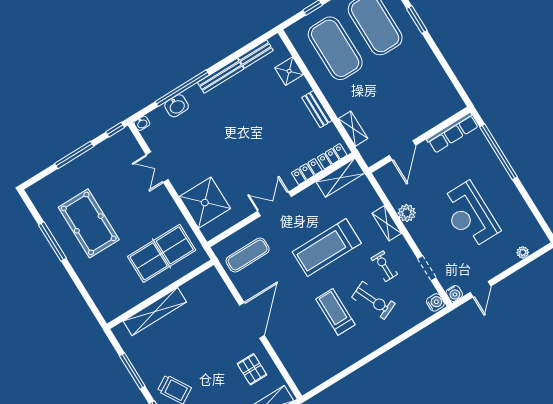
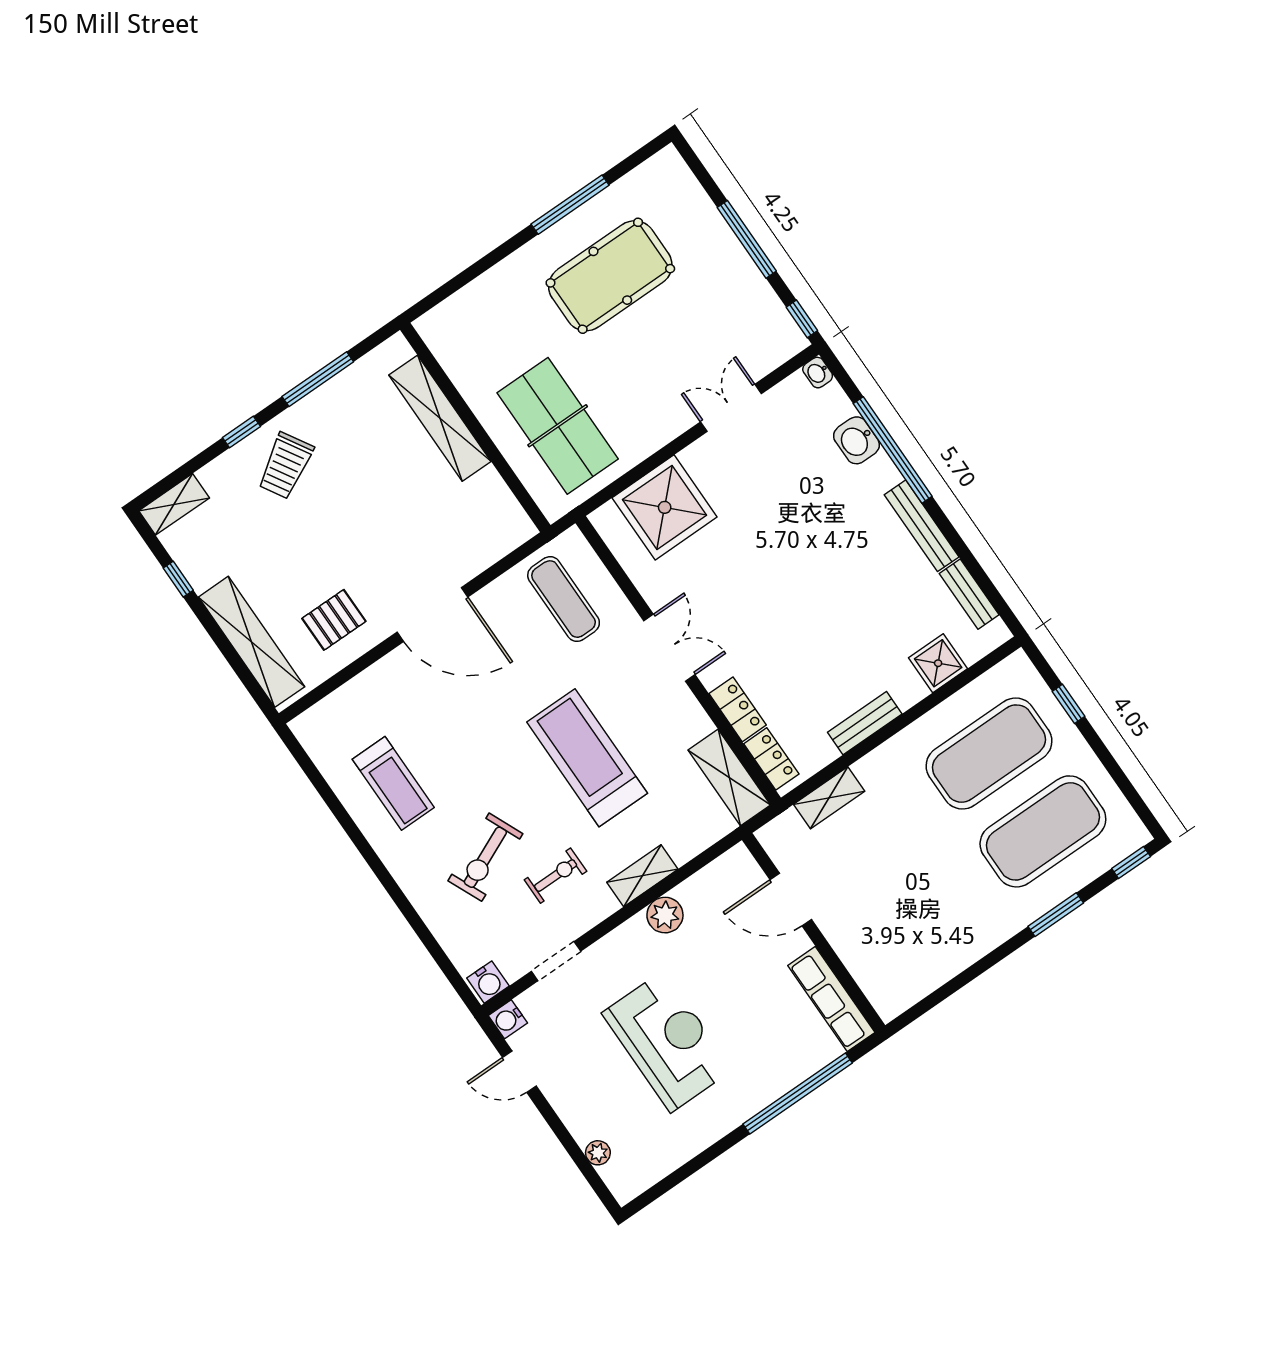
reception desk: (469, 215) -> (667, 1042), turned 90
treadmill: (335, 312) -> (393, 783), moved, turned 90

